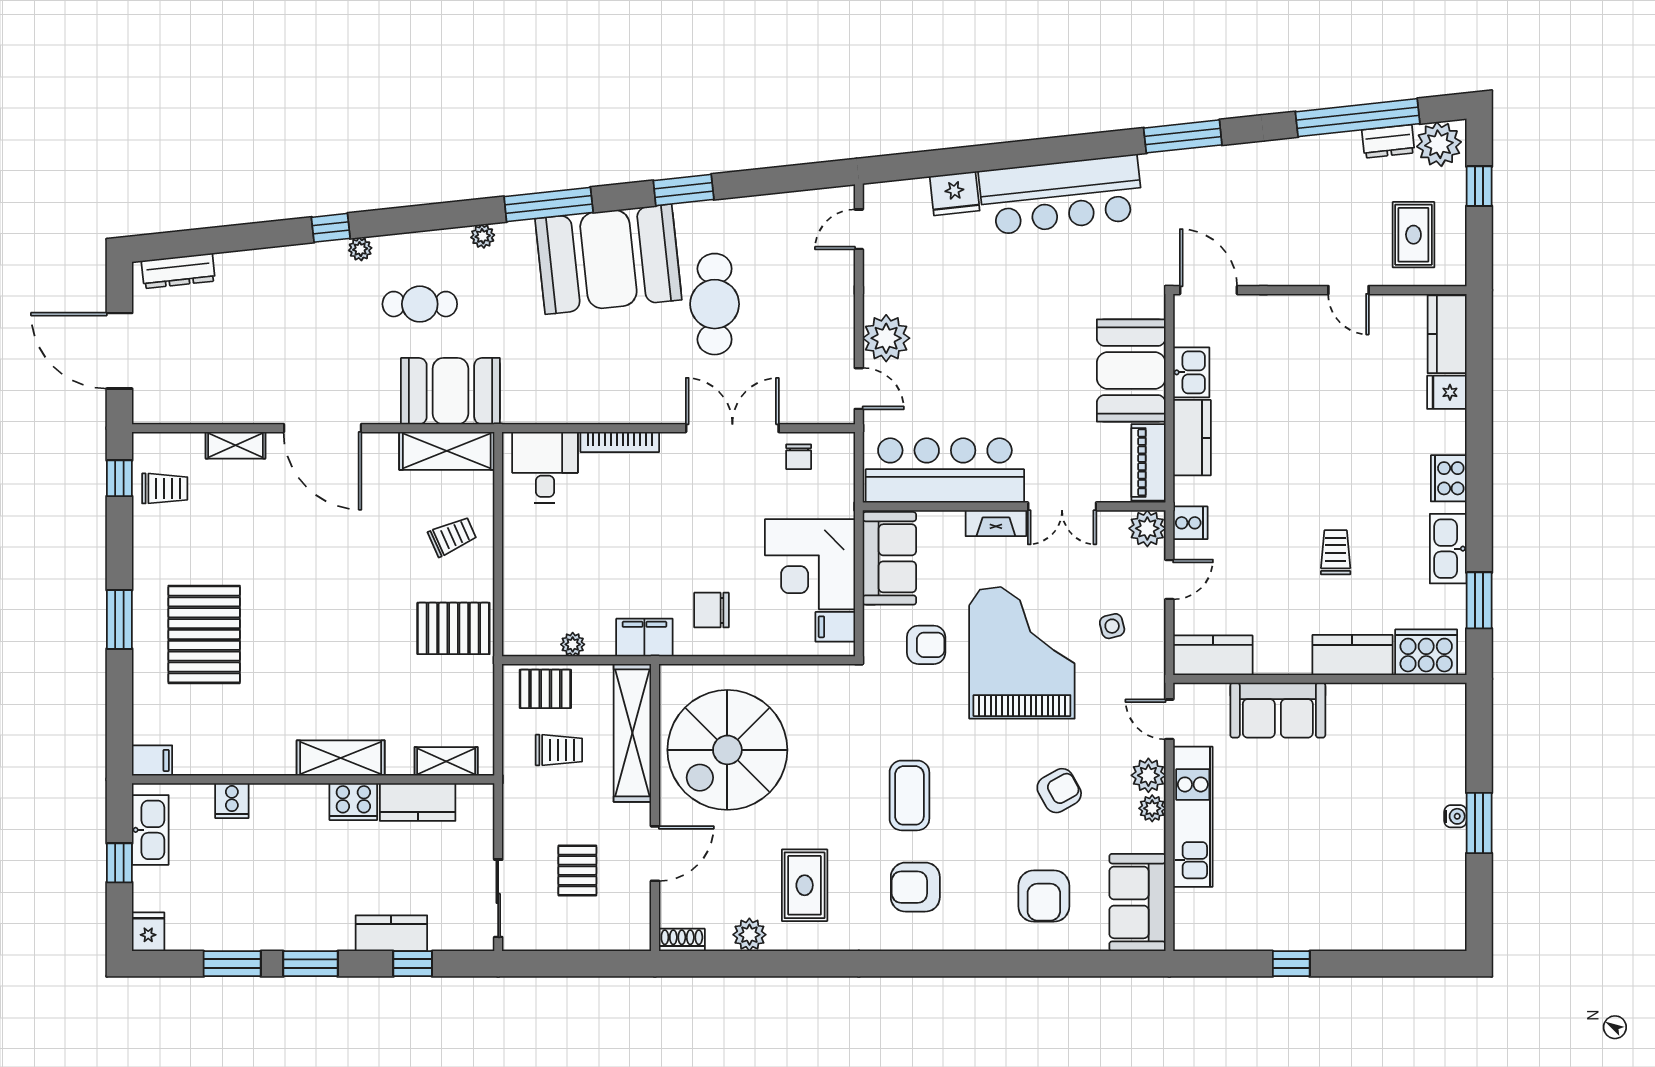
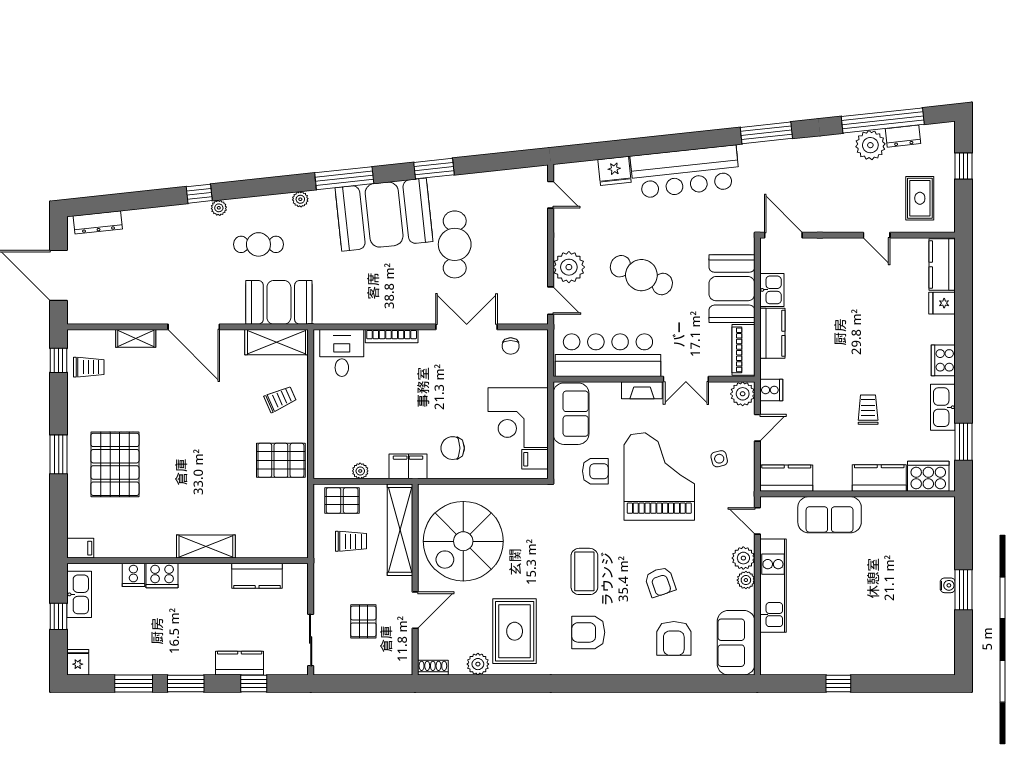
plant: (1439, 144) -> (870, 145), moved
door: (859, 229) -> (551, 195), swing flipped
cafe table: (995, 350) -> (641, 275), added
shelving: (446, 761) -> (276, 549), removed
armchair: (1059, 791) -> (660, 582), moved, turned 100
cooker: (353, 802) -> (162, 576), moved
rug: (805, 885) -> (515, 631), width x1.36, depth x1.43

